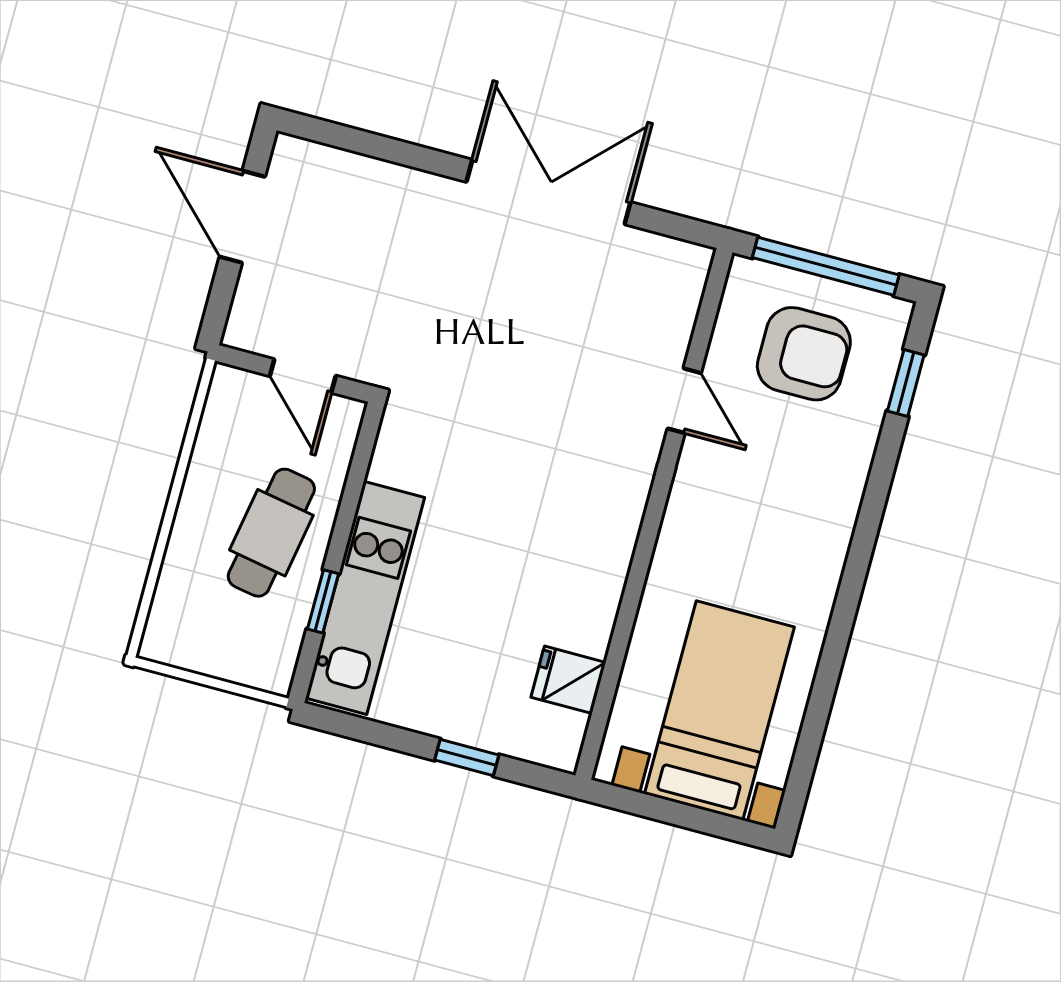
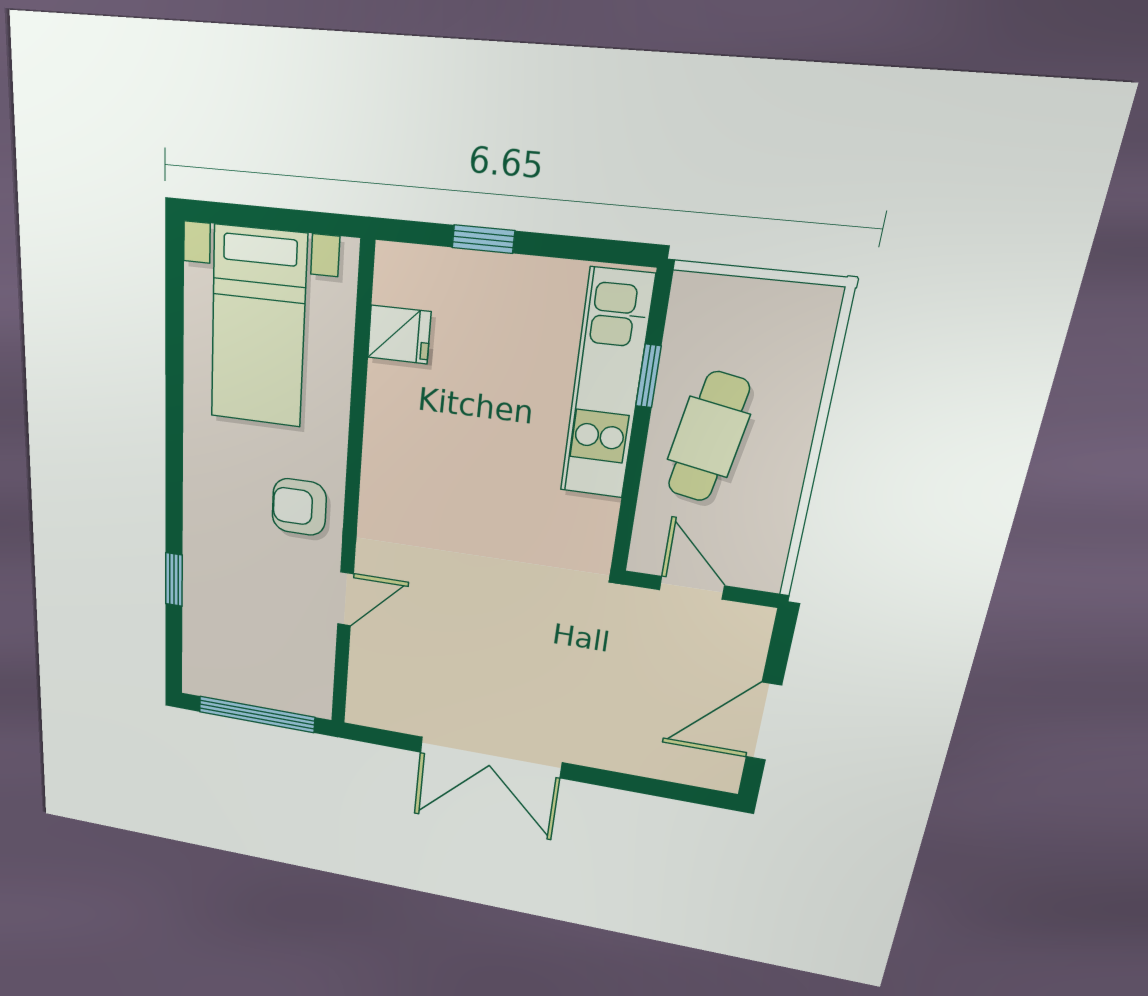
door: (242, 217) -> (764, 721), swing flipped
armchair: (804, 354) -> (299, 507), moved, width x0.72, depth x0.72
window: (906, 383) -> (174, 580), moved
door: (684, 401) -> (346, 599), swing flipped

